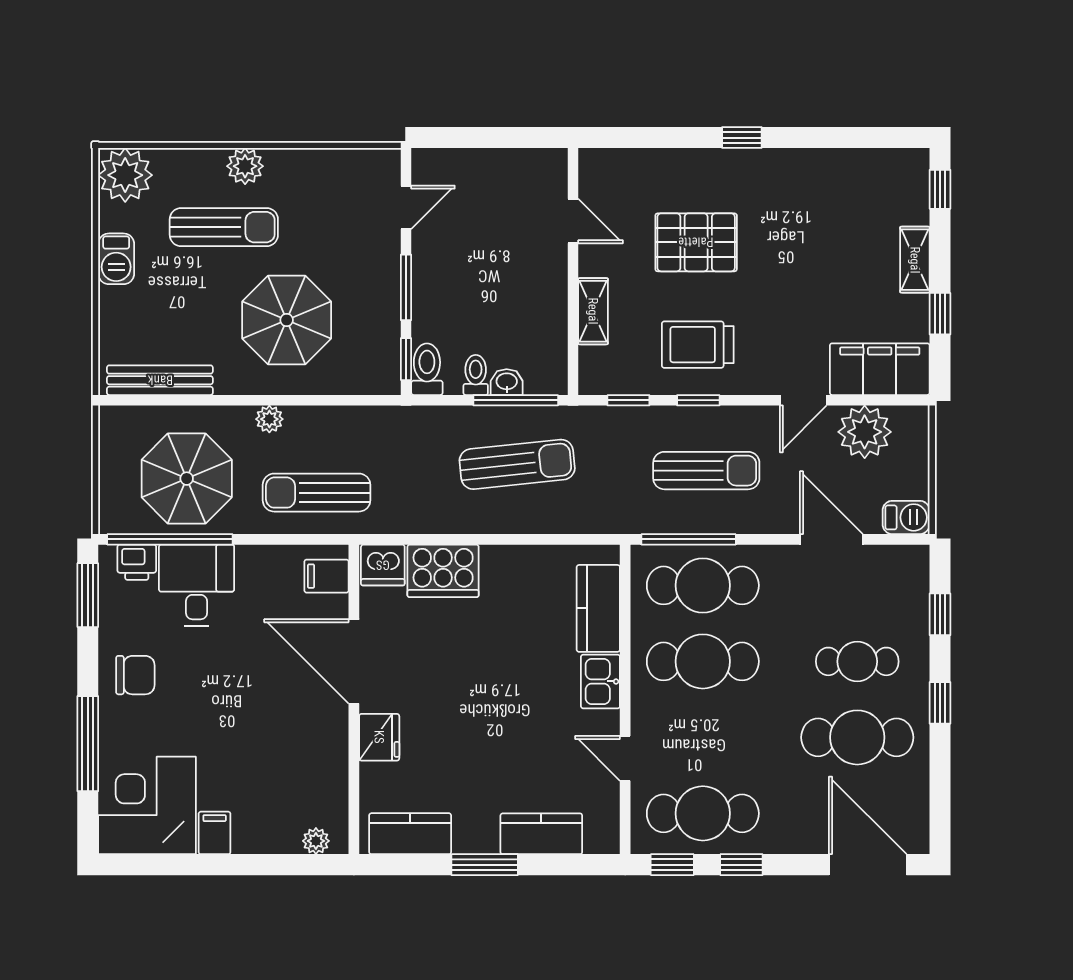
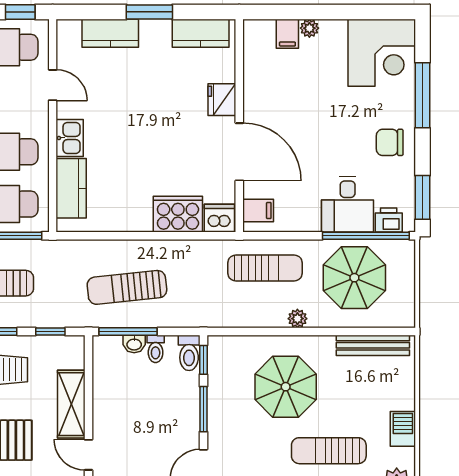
shelving: (593, 311) -> (71, 404), width x1.50, depth x1.33
filing cabinet: (215, 833) -> (287, 34), moved
plant: (316, 841) -> (309, 28), moved

